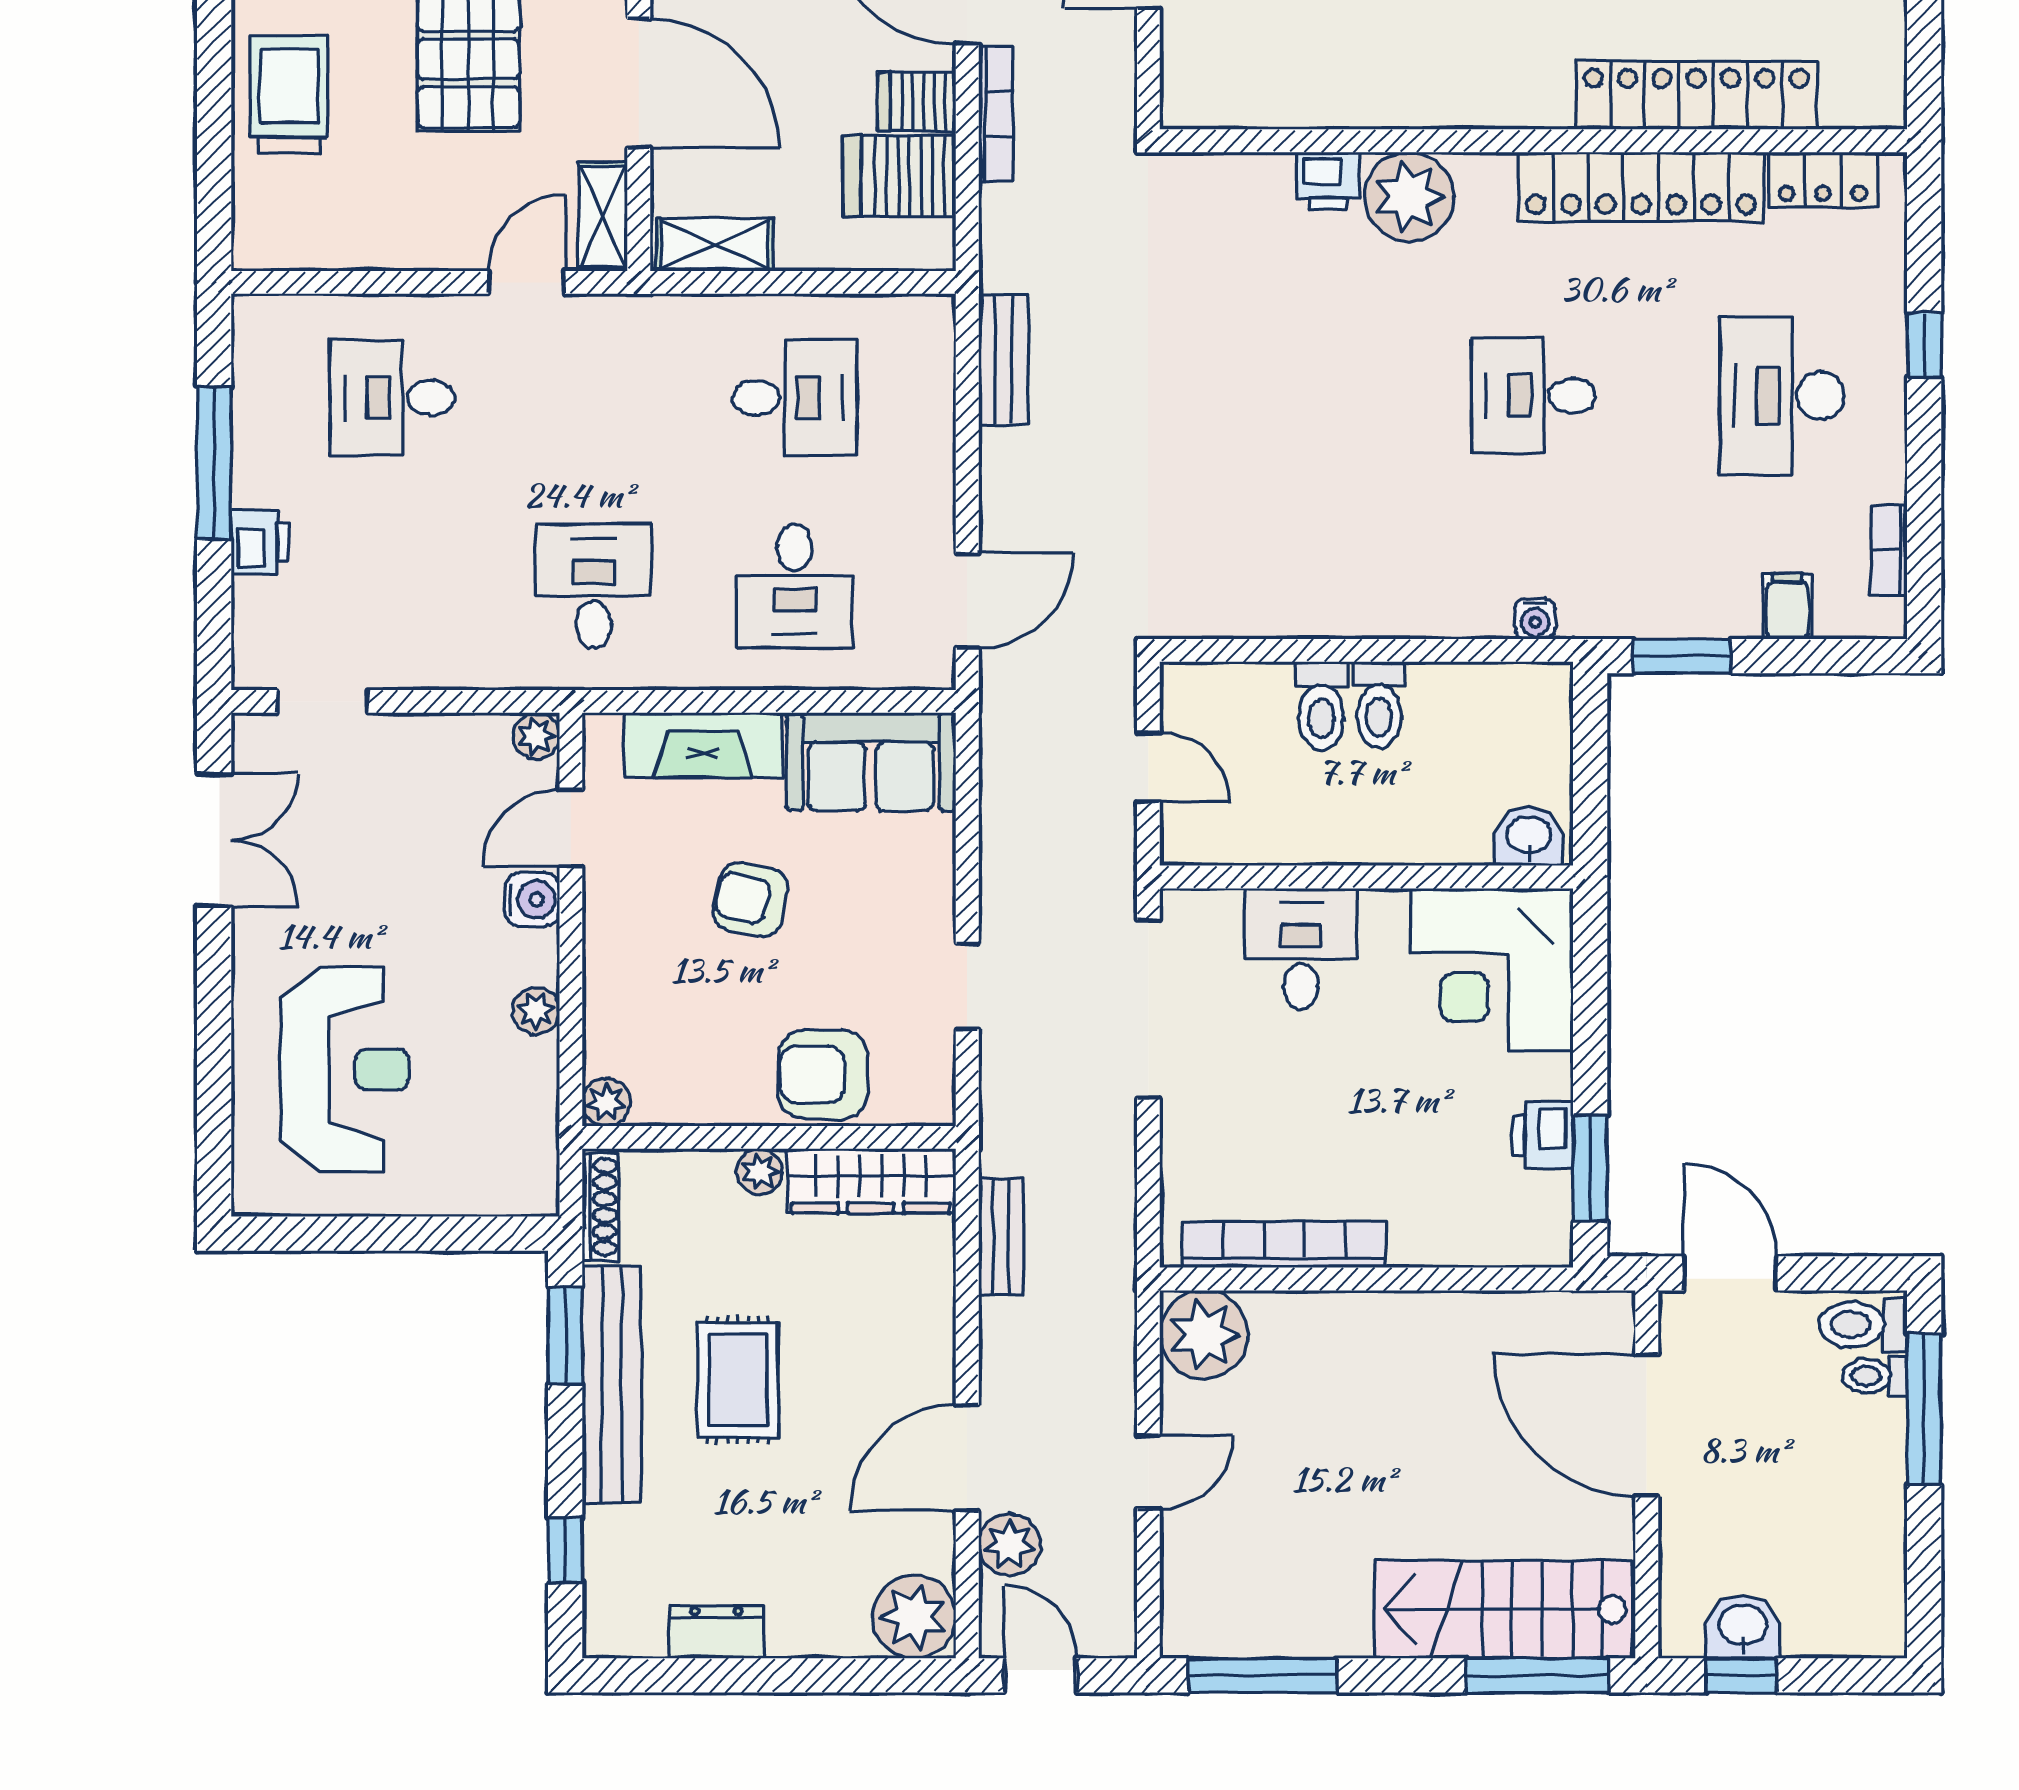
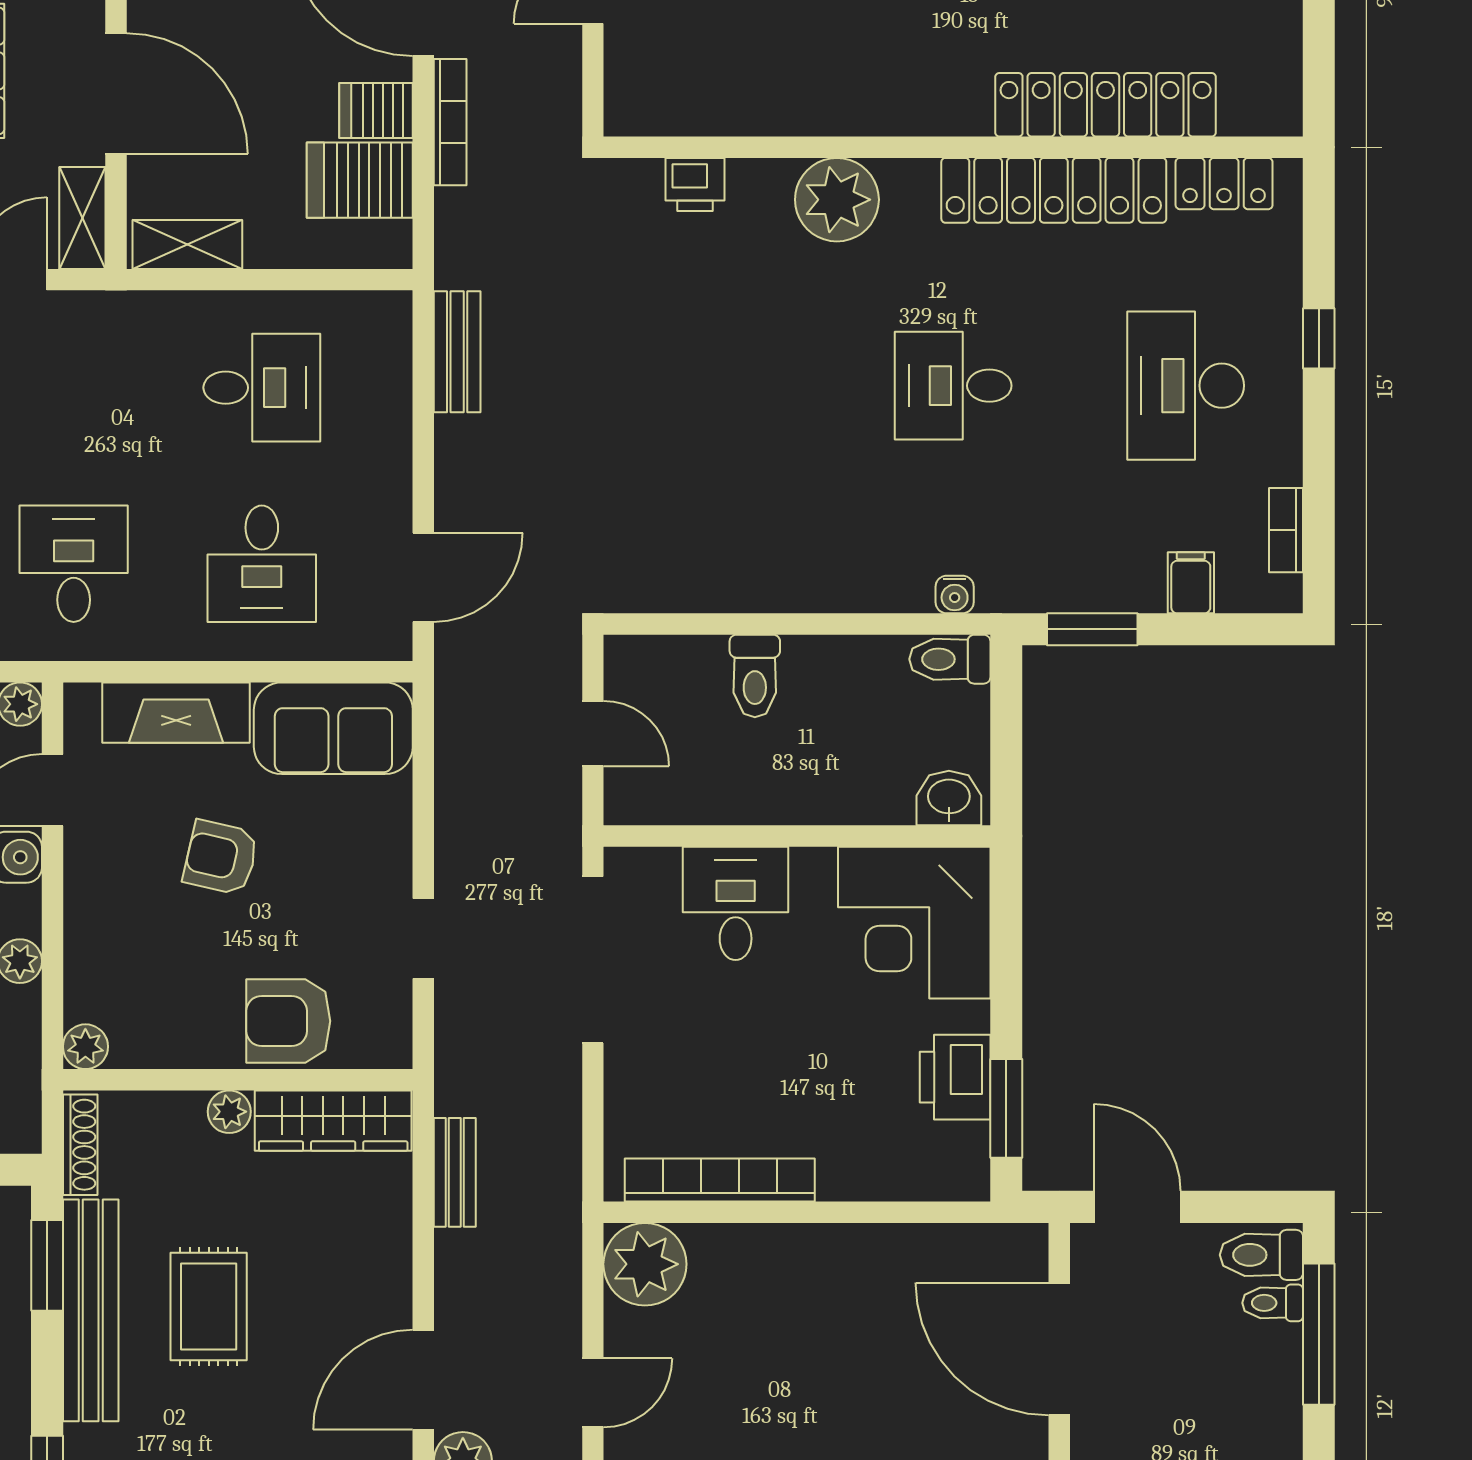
printer: (1328, 181) -> (695, 185), moved
toilet: (1379, 705) -> (950, 659), moved, turned 90
printer: (1543, 1135) -> (955, 1077), width x1.36, depth x1.24

